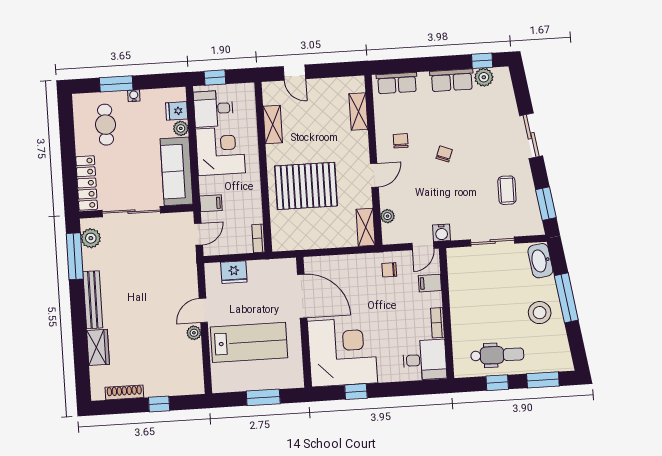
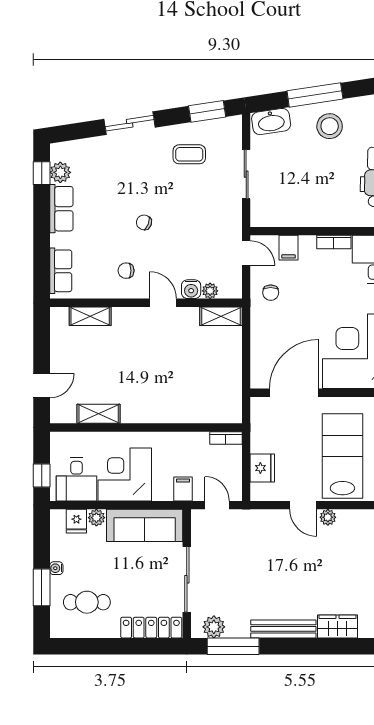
pallet: (306, 186) -> (170, 381), removed
water cooler: (442, 233) -> (191, 289), moved, turned 90

